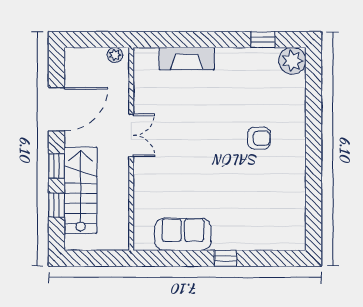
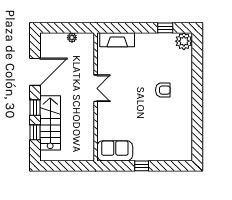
double door: (131, 135) -> (96, 88), moved
wall: (131, 149) -> (96, 97), moved

